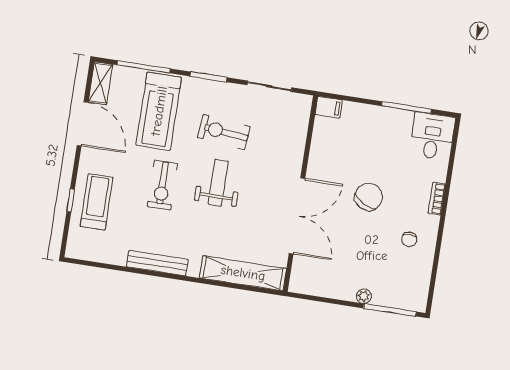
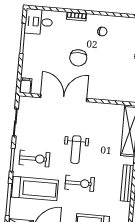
exercise bike: (224, 132) -> (35, 159), moved, turned -96
weight bench: (218, 183) -> (76, 150), turned -90
chair: (369, 197) -> (78, 58), turned -119
double door: (297, 216) -> (64, 98), moved

